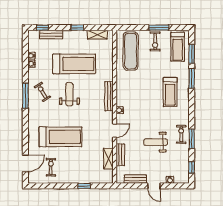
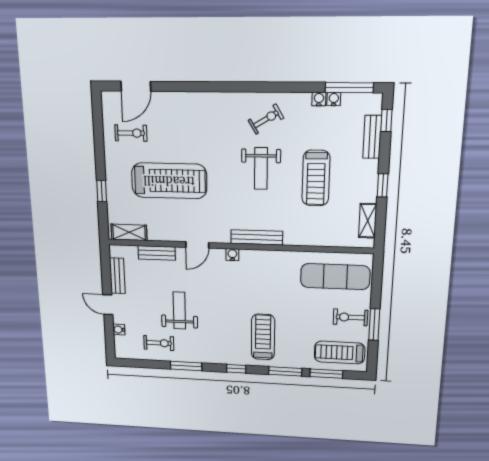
treadmill: (74, 64) -> (316, 178), width x0.73, depth x0.73
treadmill: (170, 92) -> (263, 337), turned 90
weight bench: (69, 94) -> (261, 168), turned 90
window: (25, 96) -> (349, 88), moved
door: (115, 131) -> (197, 245), hinge flipped
exercise bike: (181, 134) -> (159, 343), moved
treadmill: (61, 137) -> (169, 181), moved, turned -90
shelving: (108, 159) -> (129, 232), moved
door: (25, 163) -> (136, 86), hinge flipped
window: (192, 167) -> (236, 369), moved
door: (154, 186) -> (108, 305), hinge flipped

